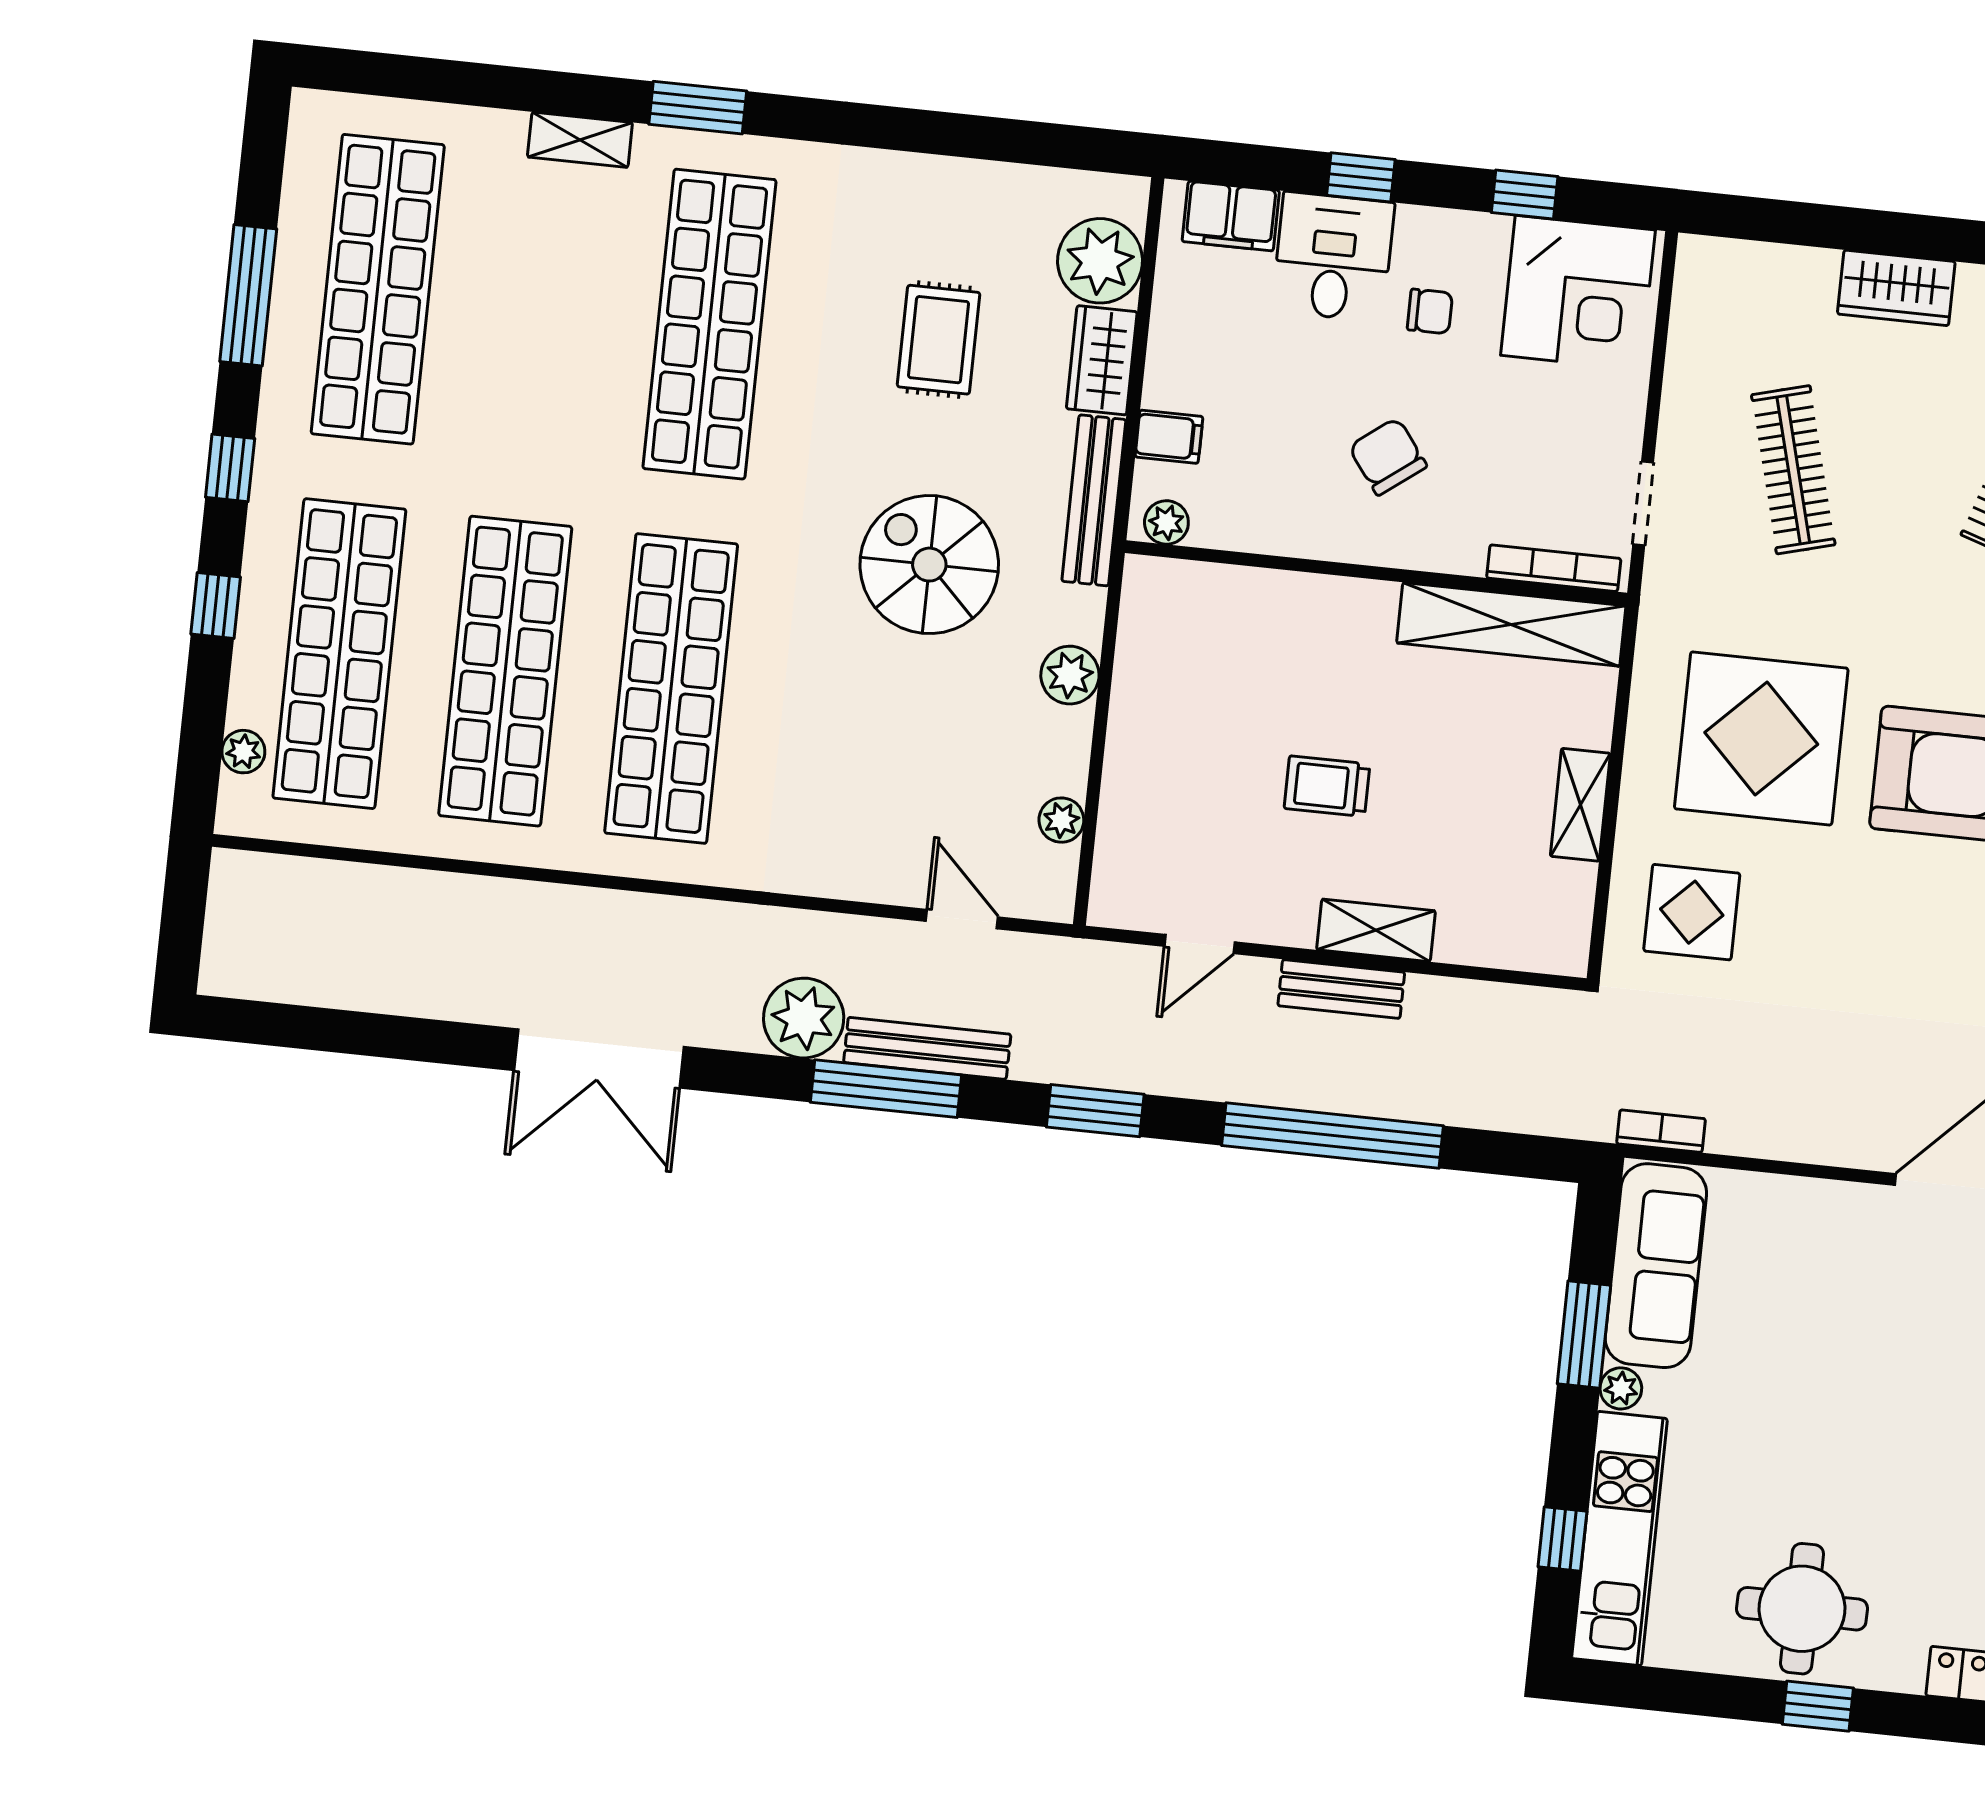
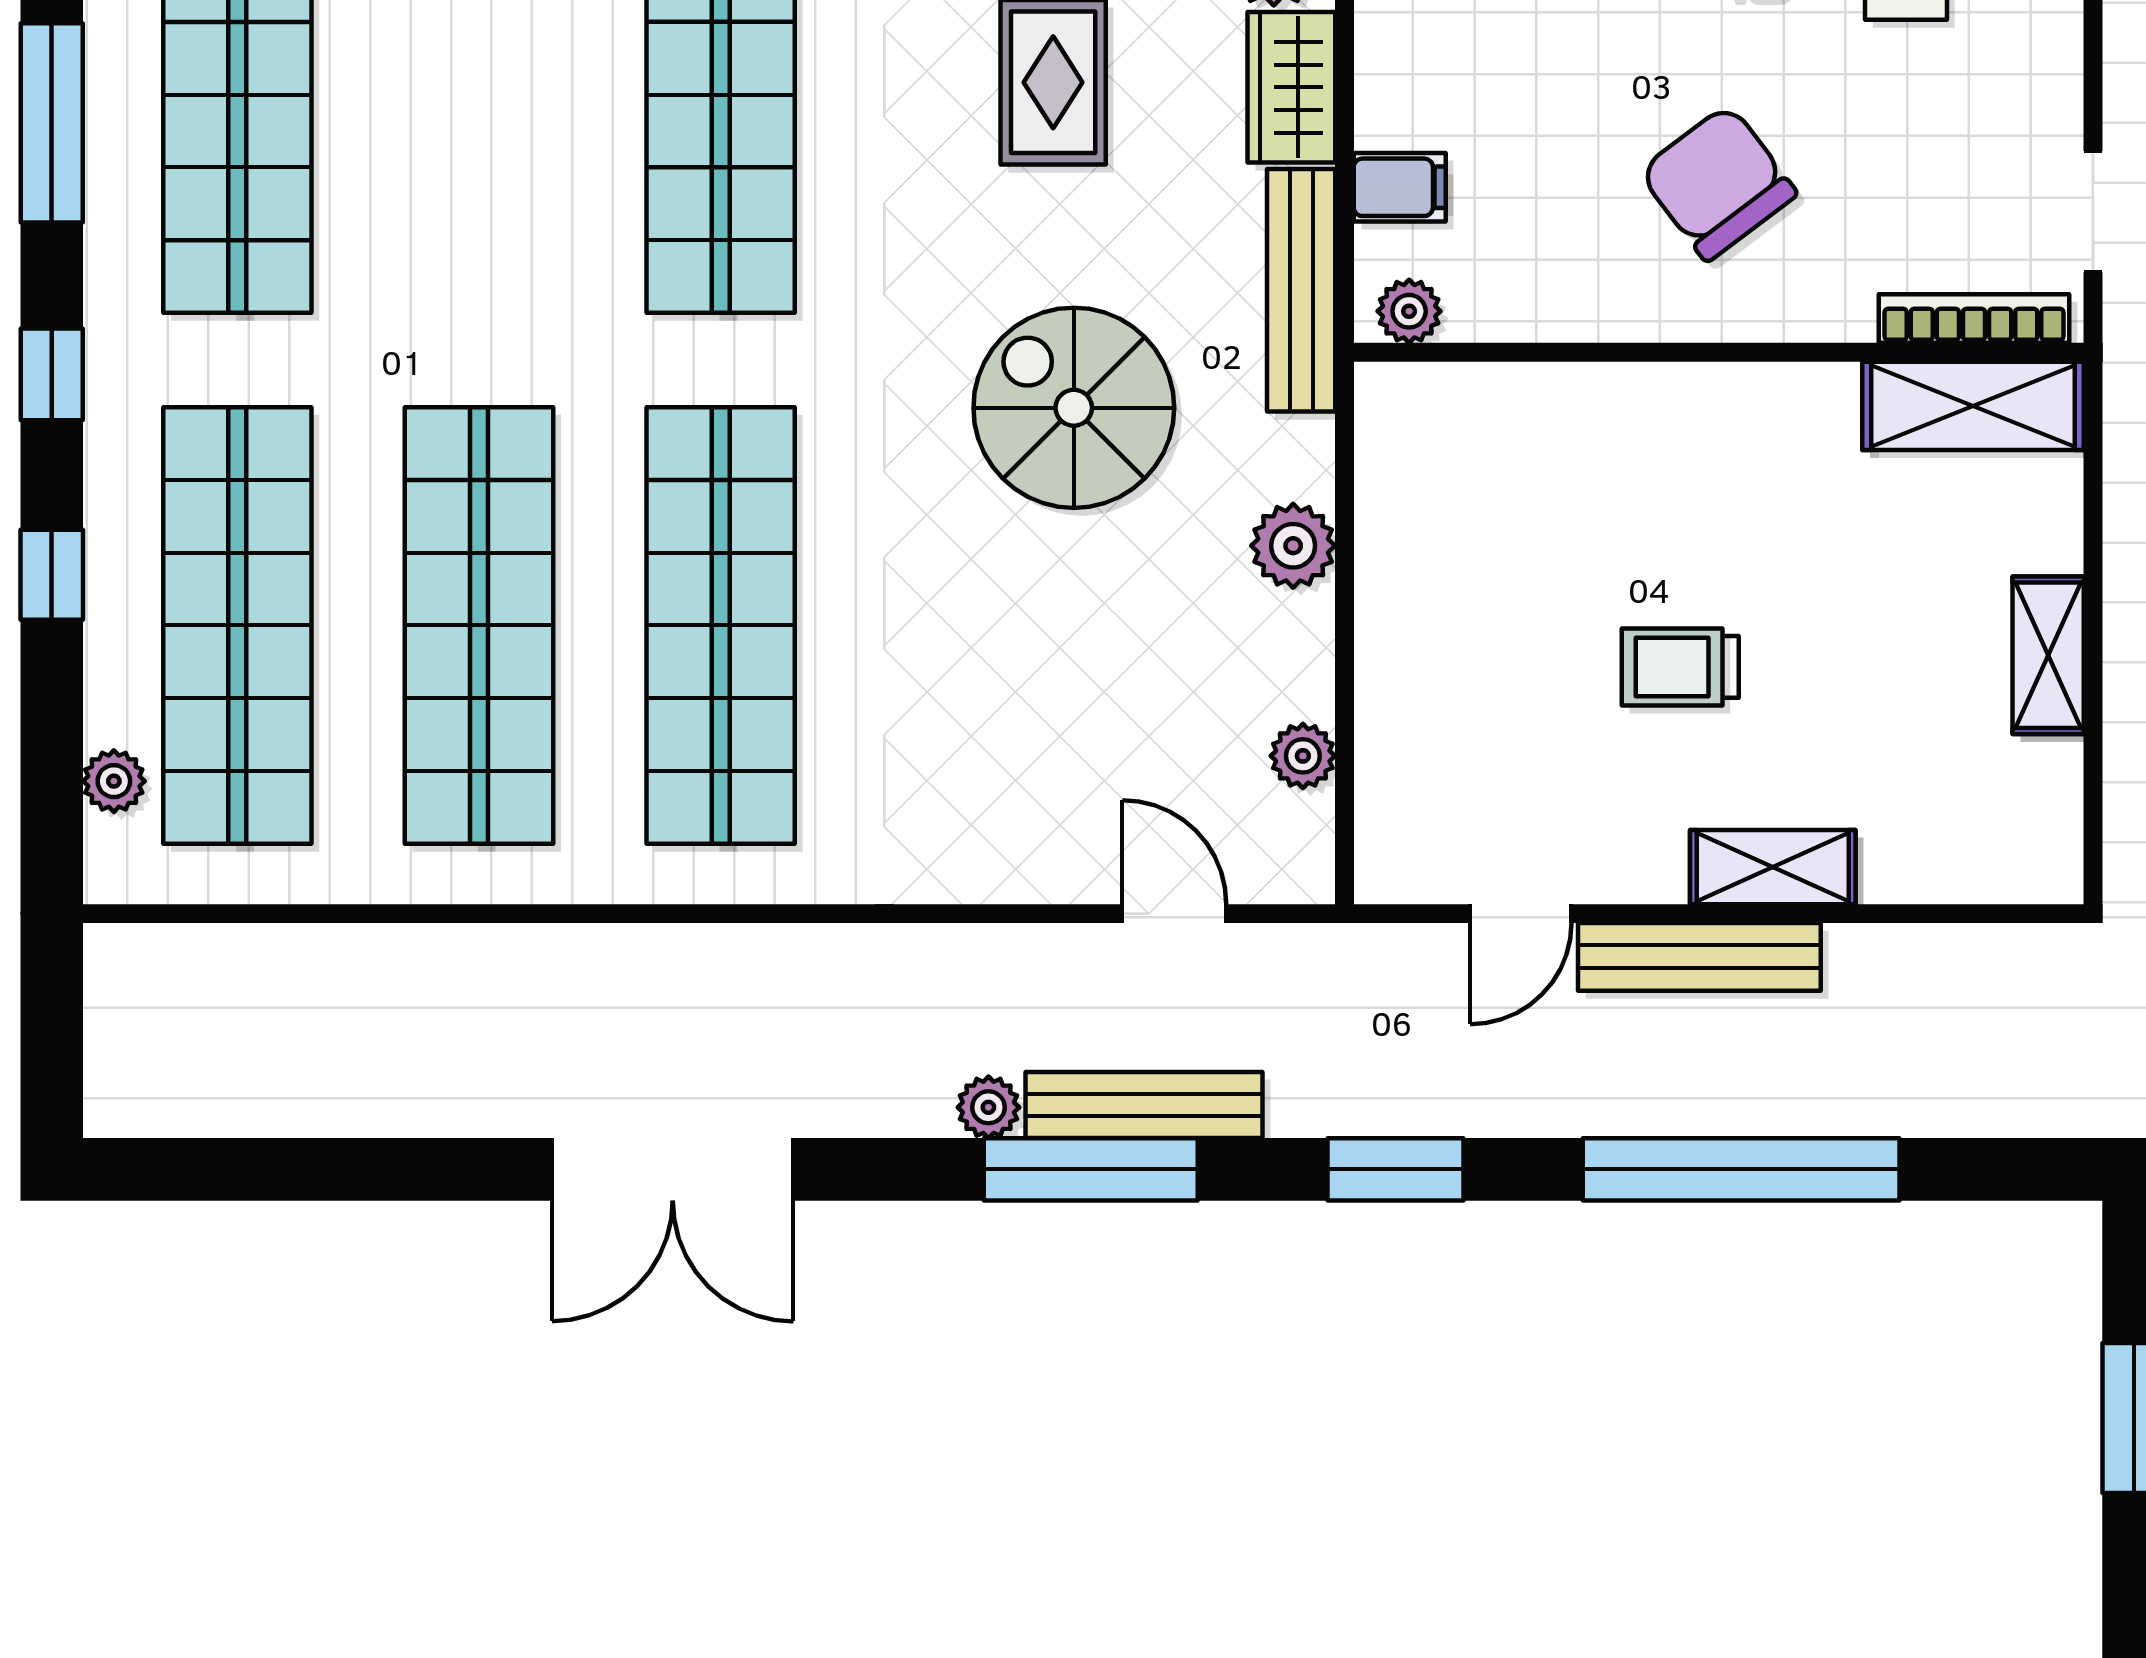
chair: (1388, 457) -> (1718, 183), width x1.37, depth x1.37
shelving: (1511, 624) -> (1973, 406), width x0.68
bench: (1341, 989) -> (1699, 957), width x1.36
plant: (804, 1018) -> (988, 1107), width x0.53, depth x0.53

